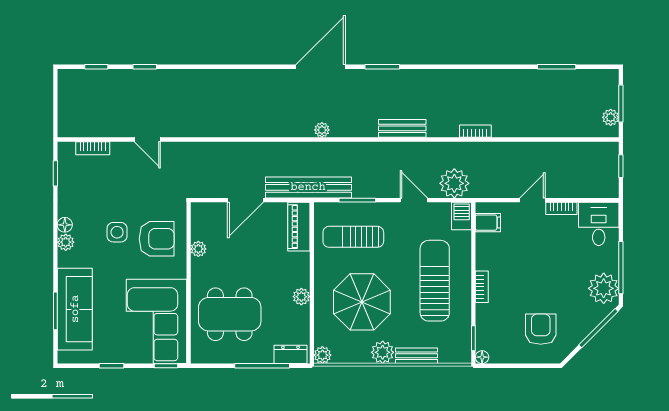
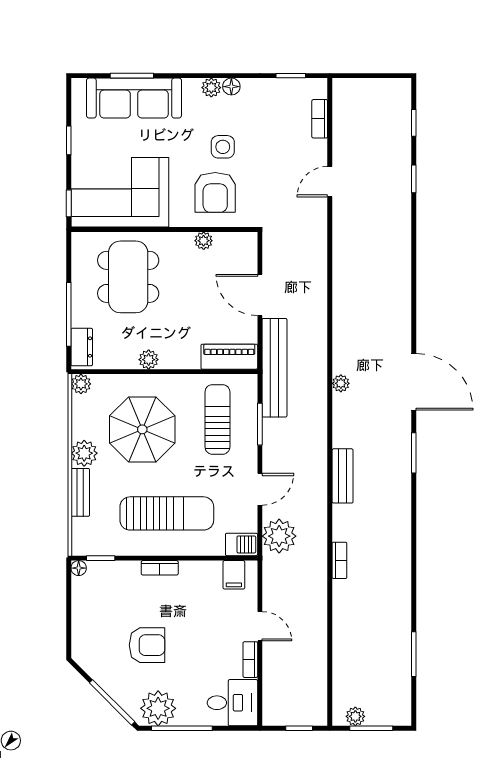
armchair: (541, 329) -> (147, 645), moved

